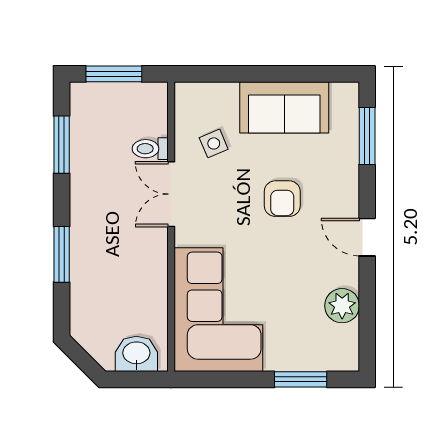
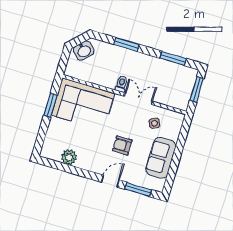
toilet: (150, 149) -> (121, 84), moved
door: (367, 237) -> (110, 181), moved
washbasin: (136, 354) -> (84, 50), moved, turned 45
window: (301, 379) -> (51, 105), moved

